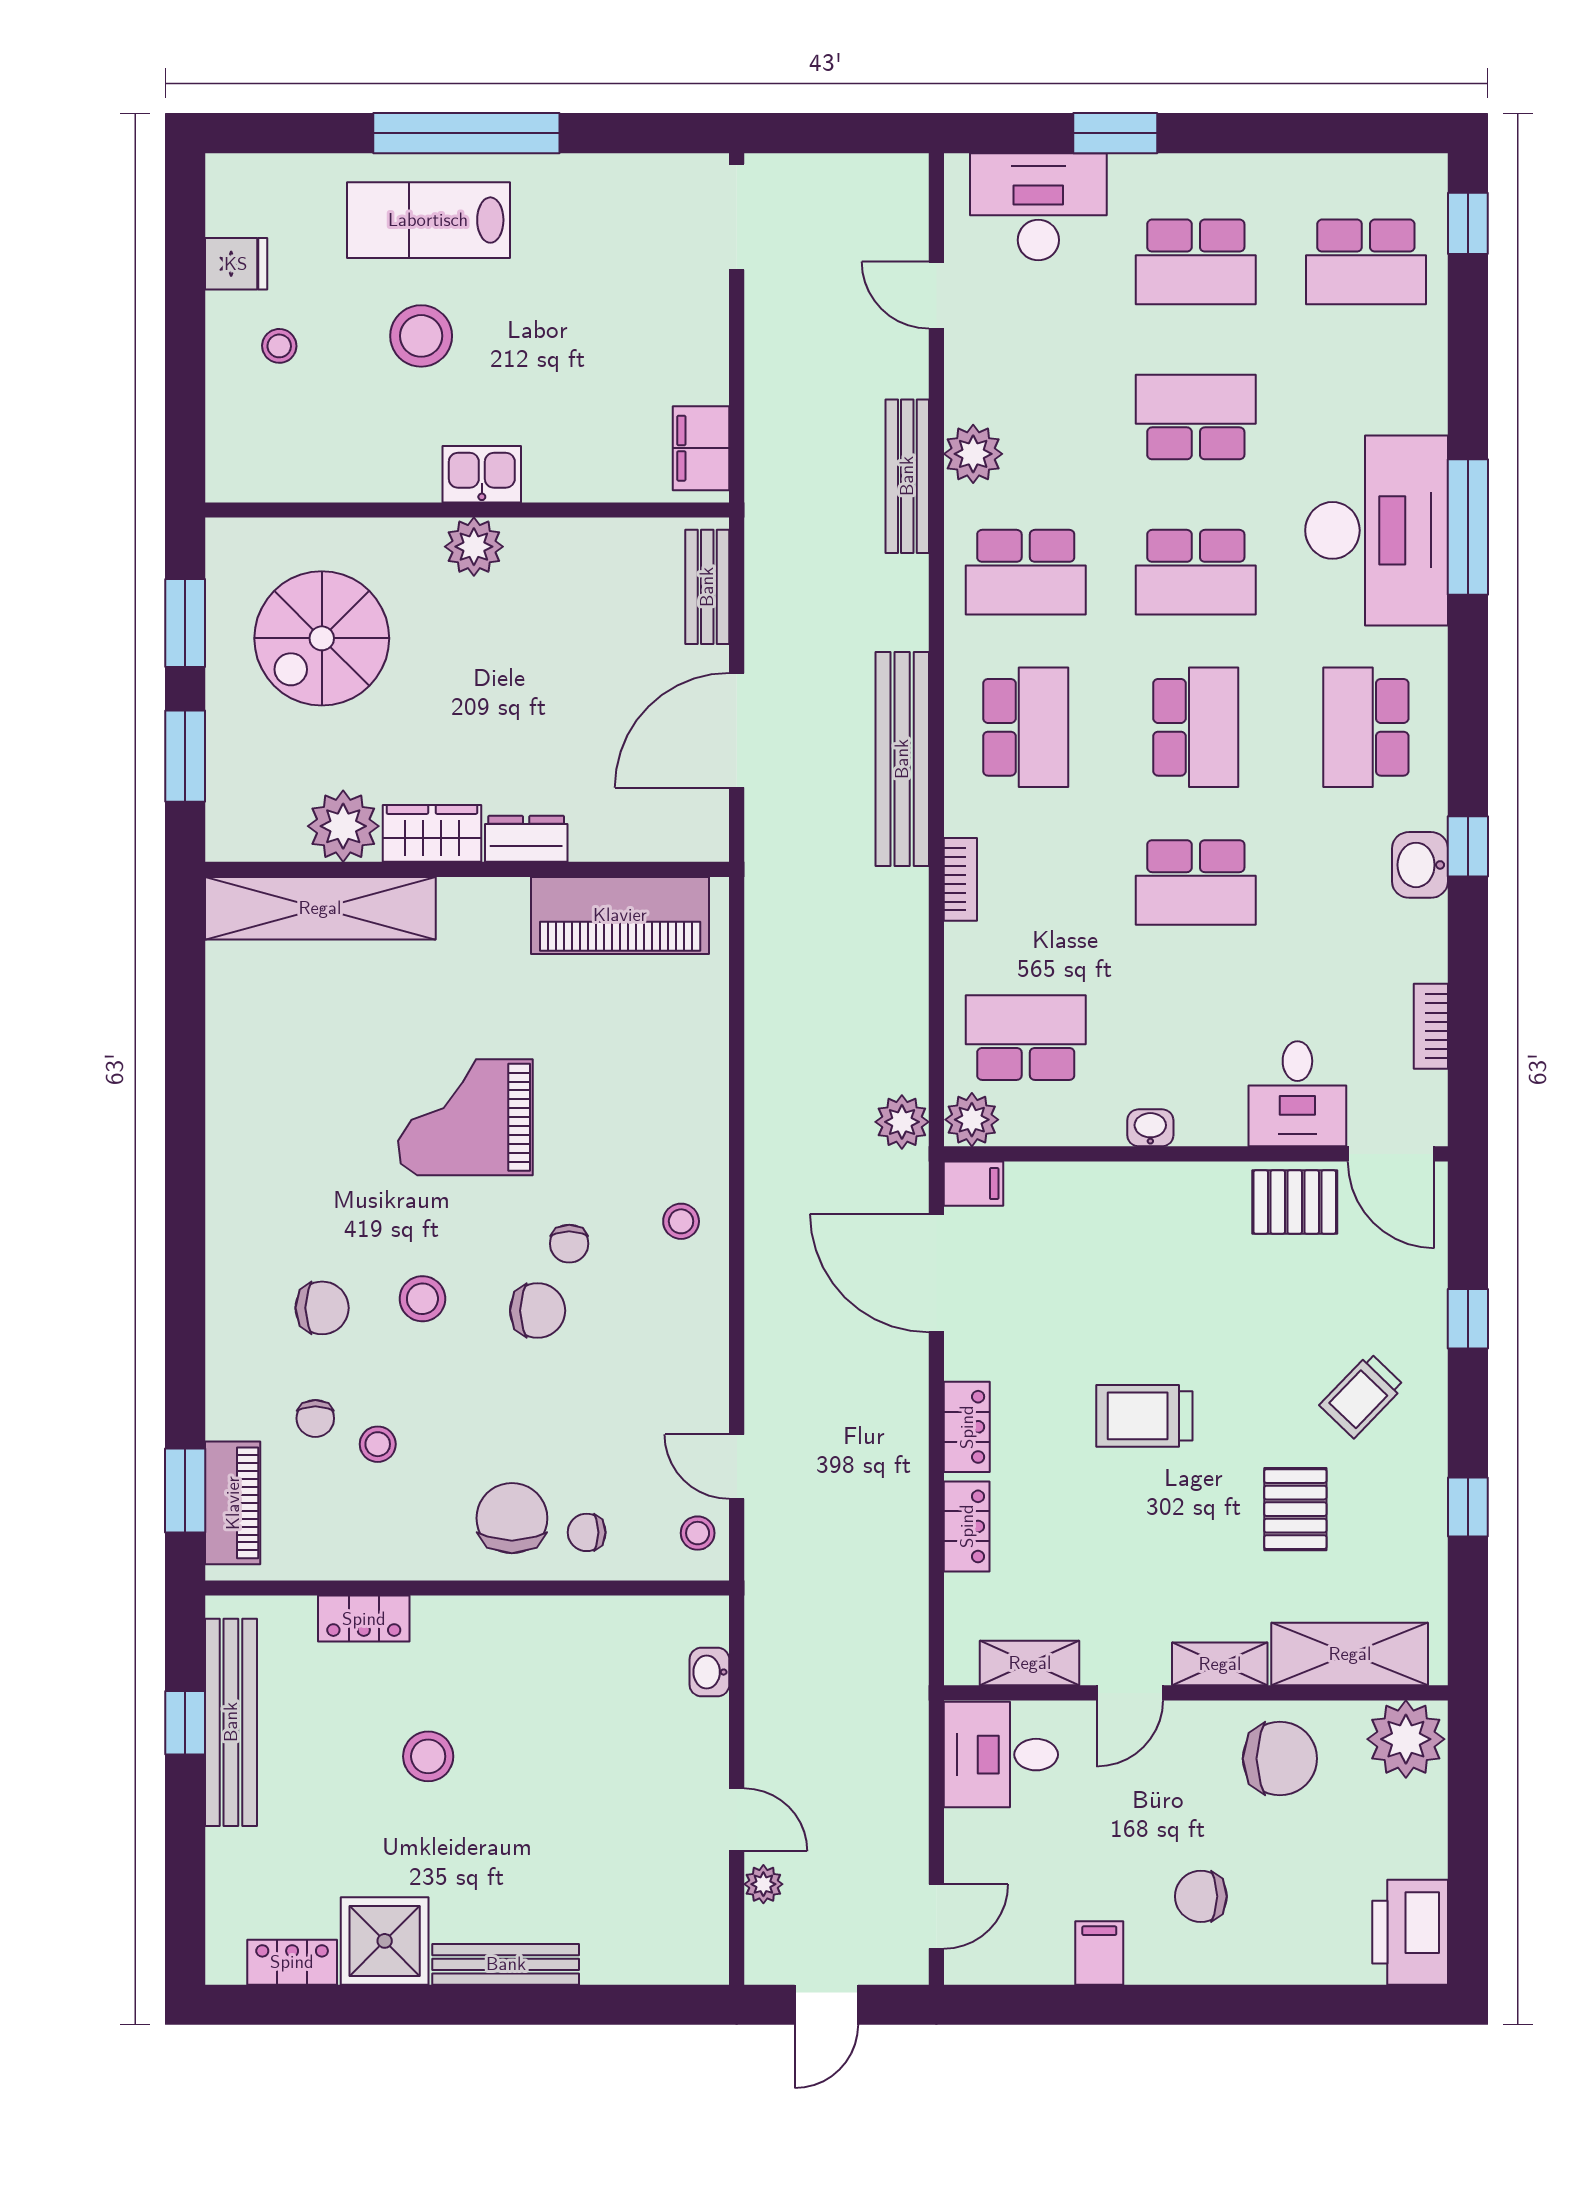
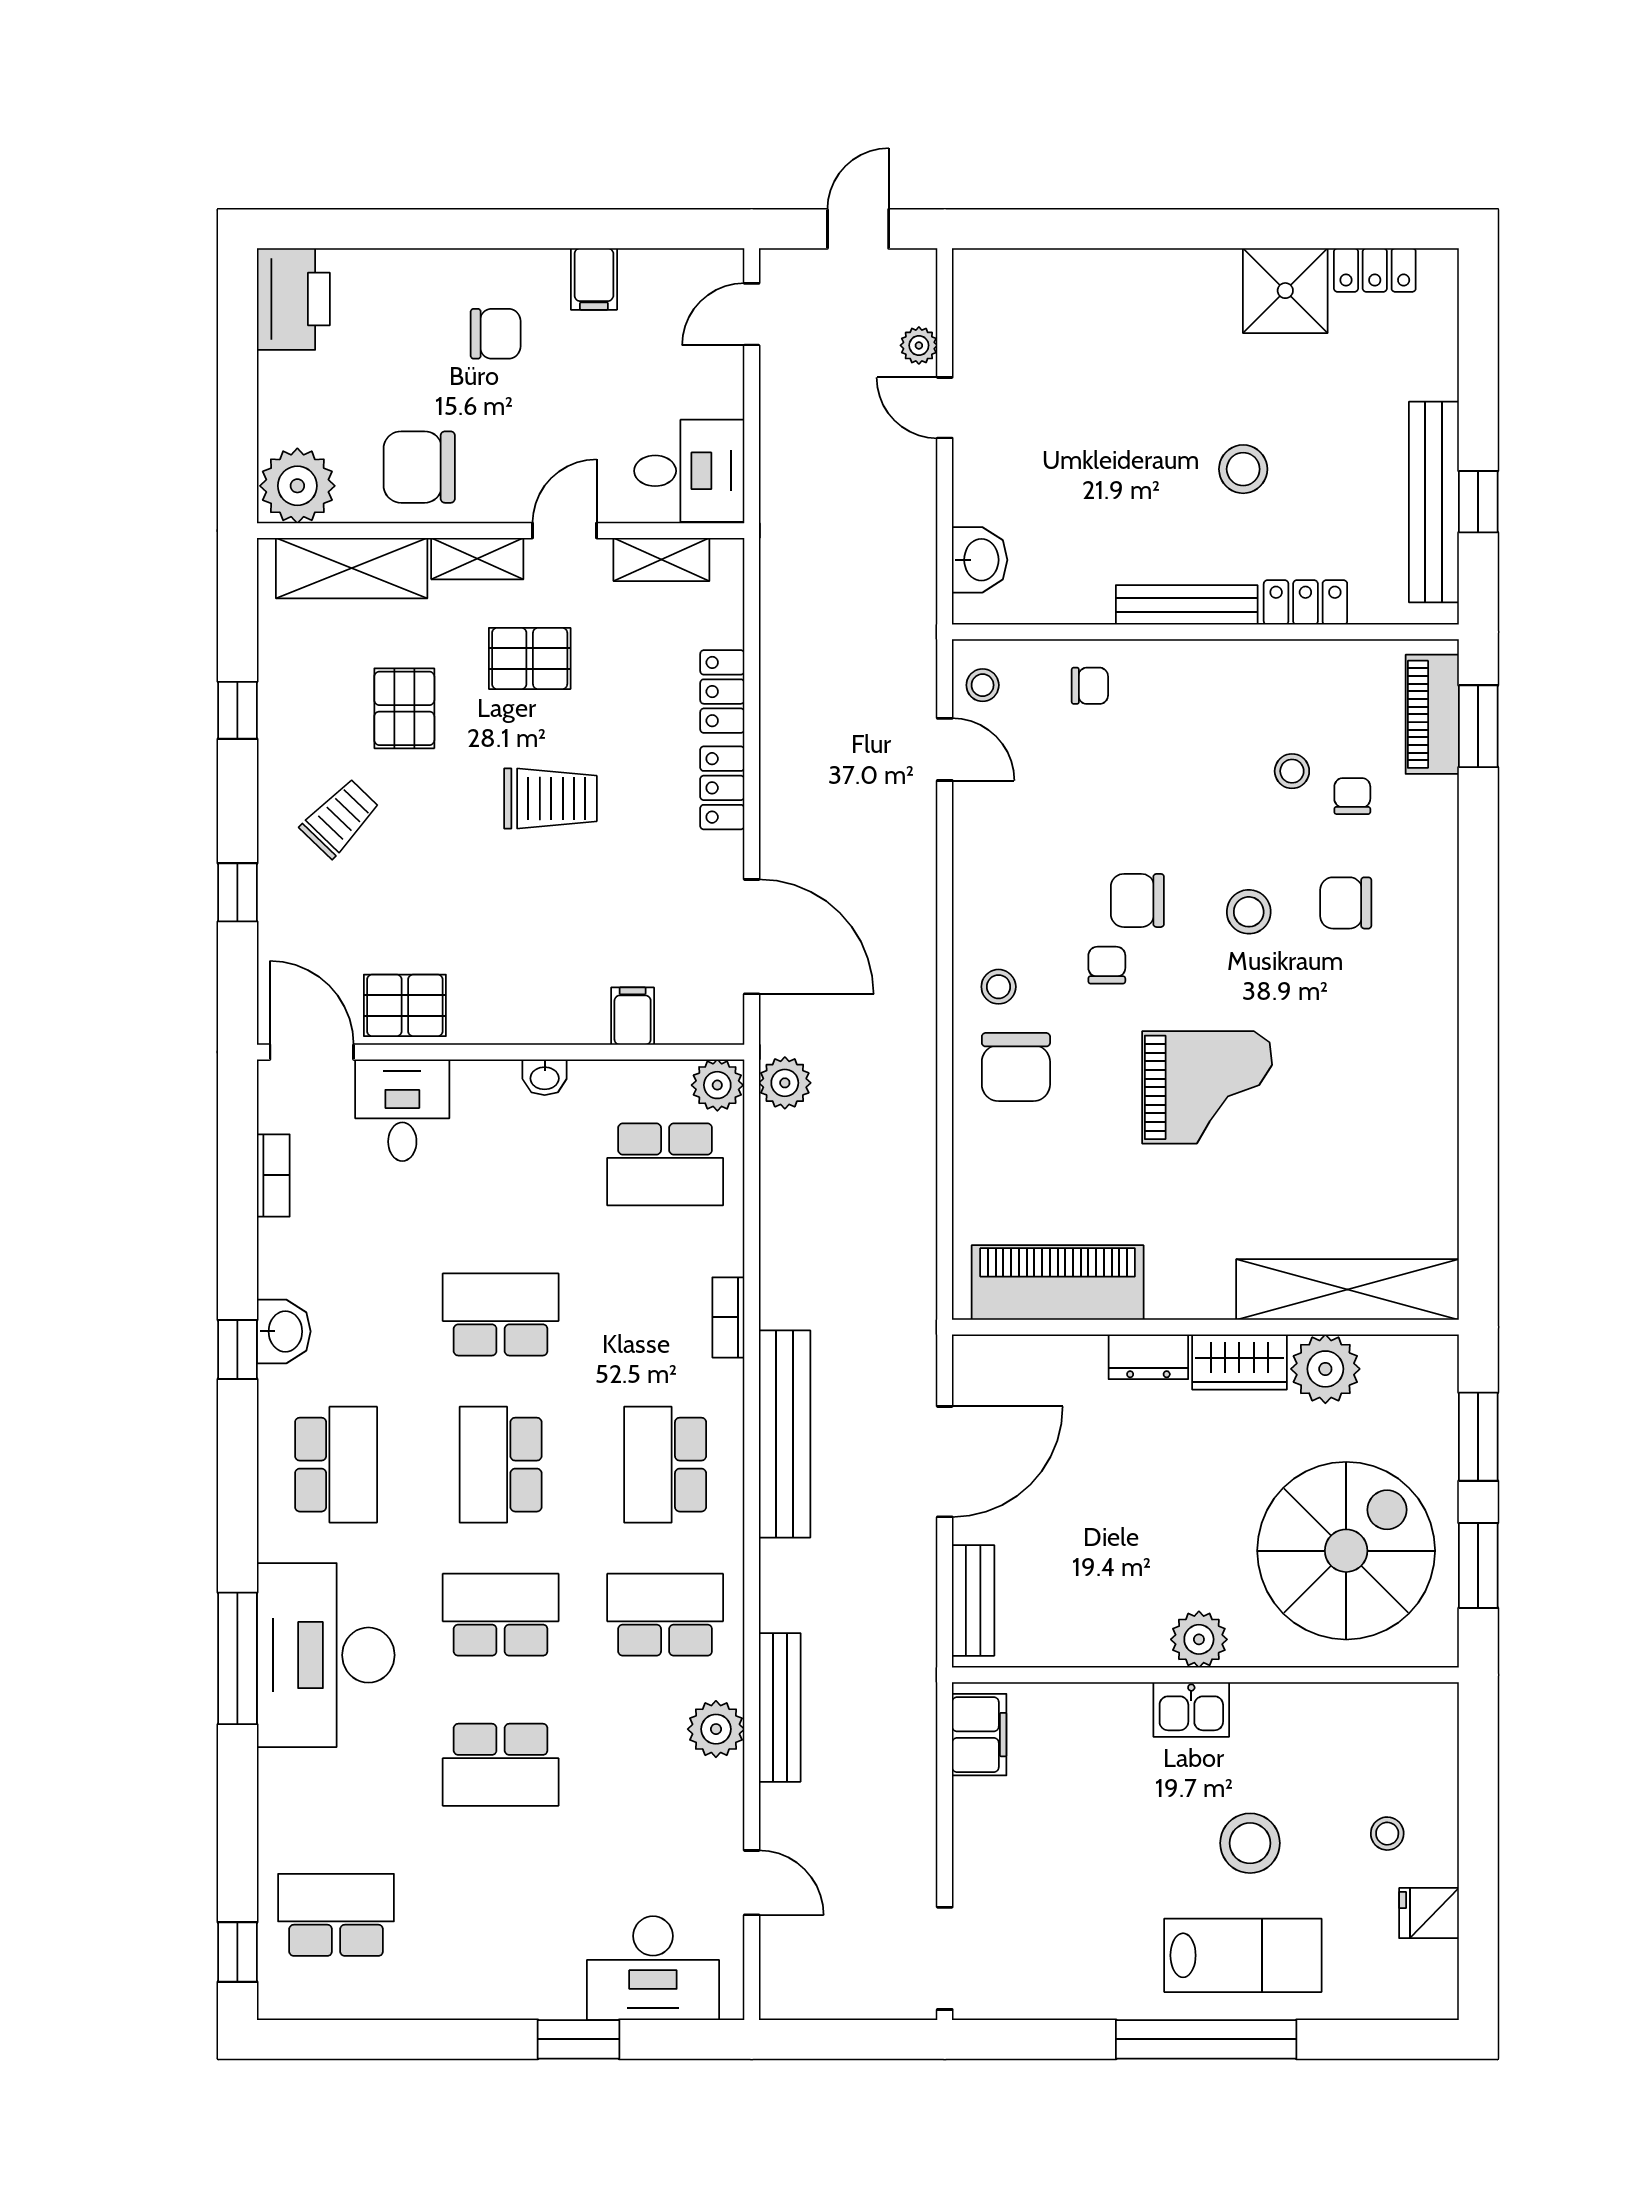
school desk: (1196, 262) -> (501, 1915), removed
spiral stairs: (322, 638) -> (1346, 1551), width x1.37, depth x1.37
filing cabinet: (973, 1184) -> (633, 1016), moved, turned 90
chair: (512, 1518) -> (1016, 1067), moved
pallet: (1166, 1561) -> (530, 658), added
washbasin: (709, 1672) -> (980, 560), width x1.38, depth x1.45
bench: (506, 1964) -> (1187, 605), moved

